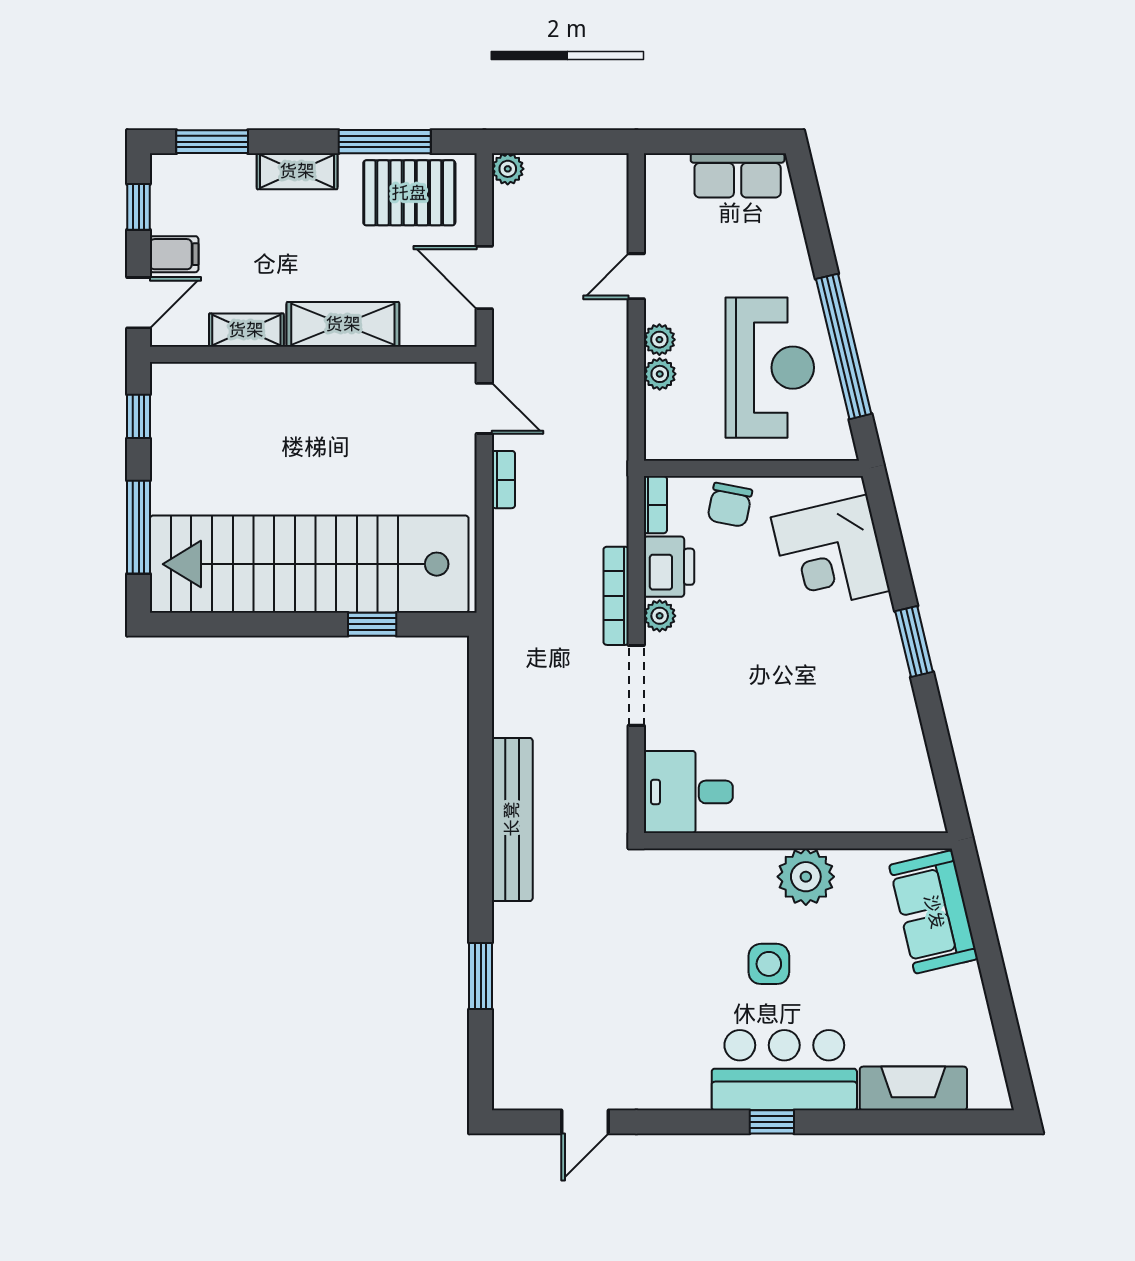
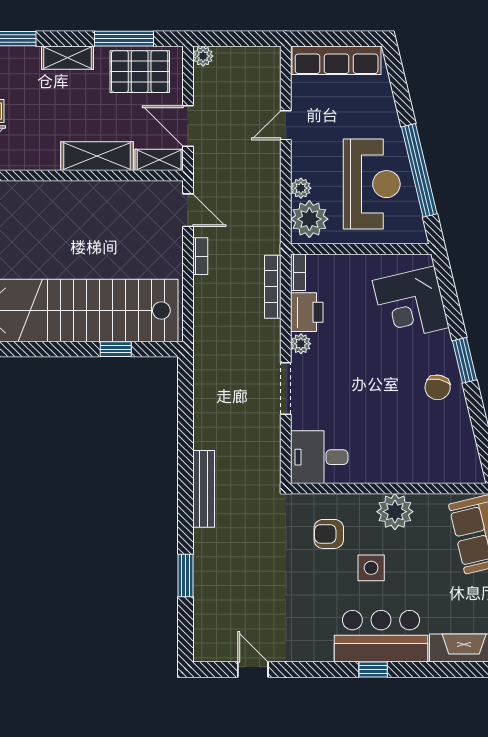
row of seats: (738, 175) -> (337, 60), width x1.48
shelving: (246, 330) -> (159, 160), moved
plant: (659, 340) -> (309, 219), moved, width x1.87, depth x1.87
chair: (730, 505) -> (438, 387), moved
bookcase: (616, 596) -> (273, 287), moved
bench: (512, 819) -> (204, 489), width x0.73, depth x0.82
armchair: (703, 911) -> (329, 534), added
door: (585, 1122) -> (253, 669), swing flipped

